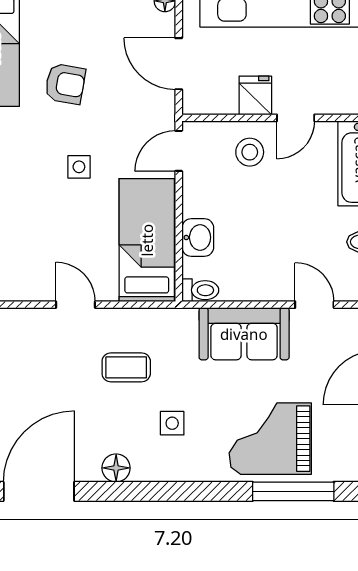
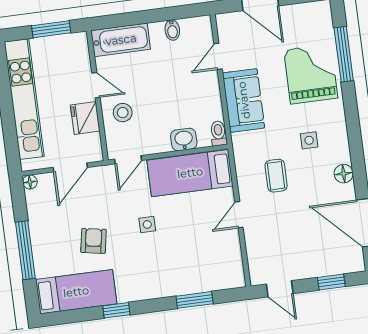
fridge: (255, 95) -> (85, 118), width x1.38
door: (179, 151) -> (128, 160), hinge flipped
grand piano: (270, 439) -> (311, 74), turned 180

